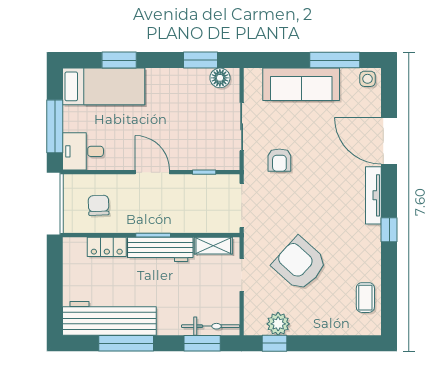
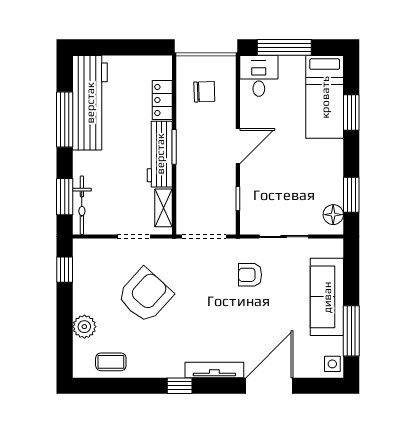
plant: (278, 324) -> (84, 327), moved

